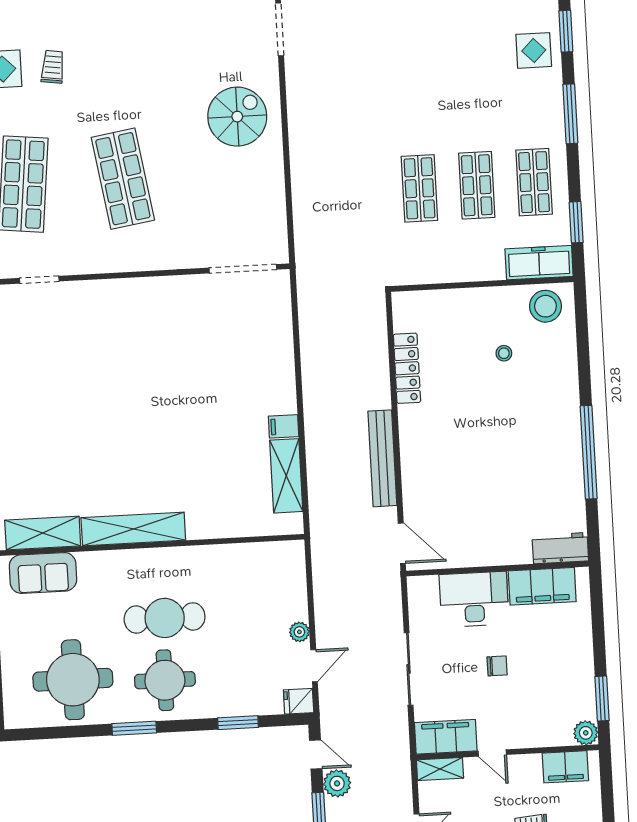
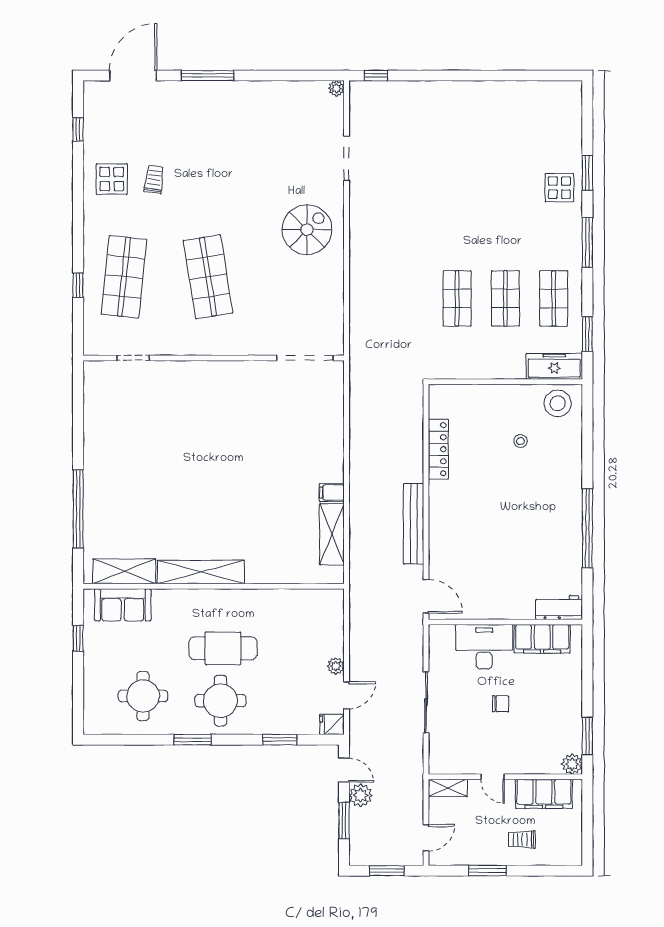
round table: (73, 680) -> (143, 696), width x0.73, depth x0.73
filing cabinet: (446, 737) -> (454, 761), removed
filing cabinet: (565, 767) -> (544, 794), width x1.50, depth x1.17

